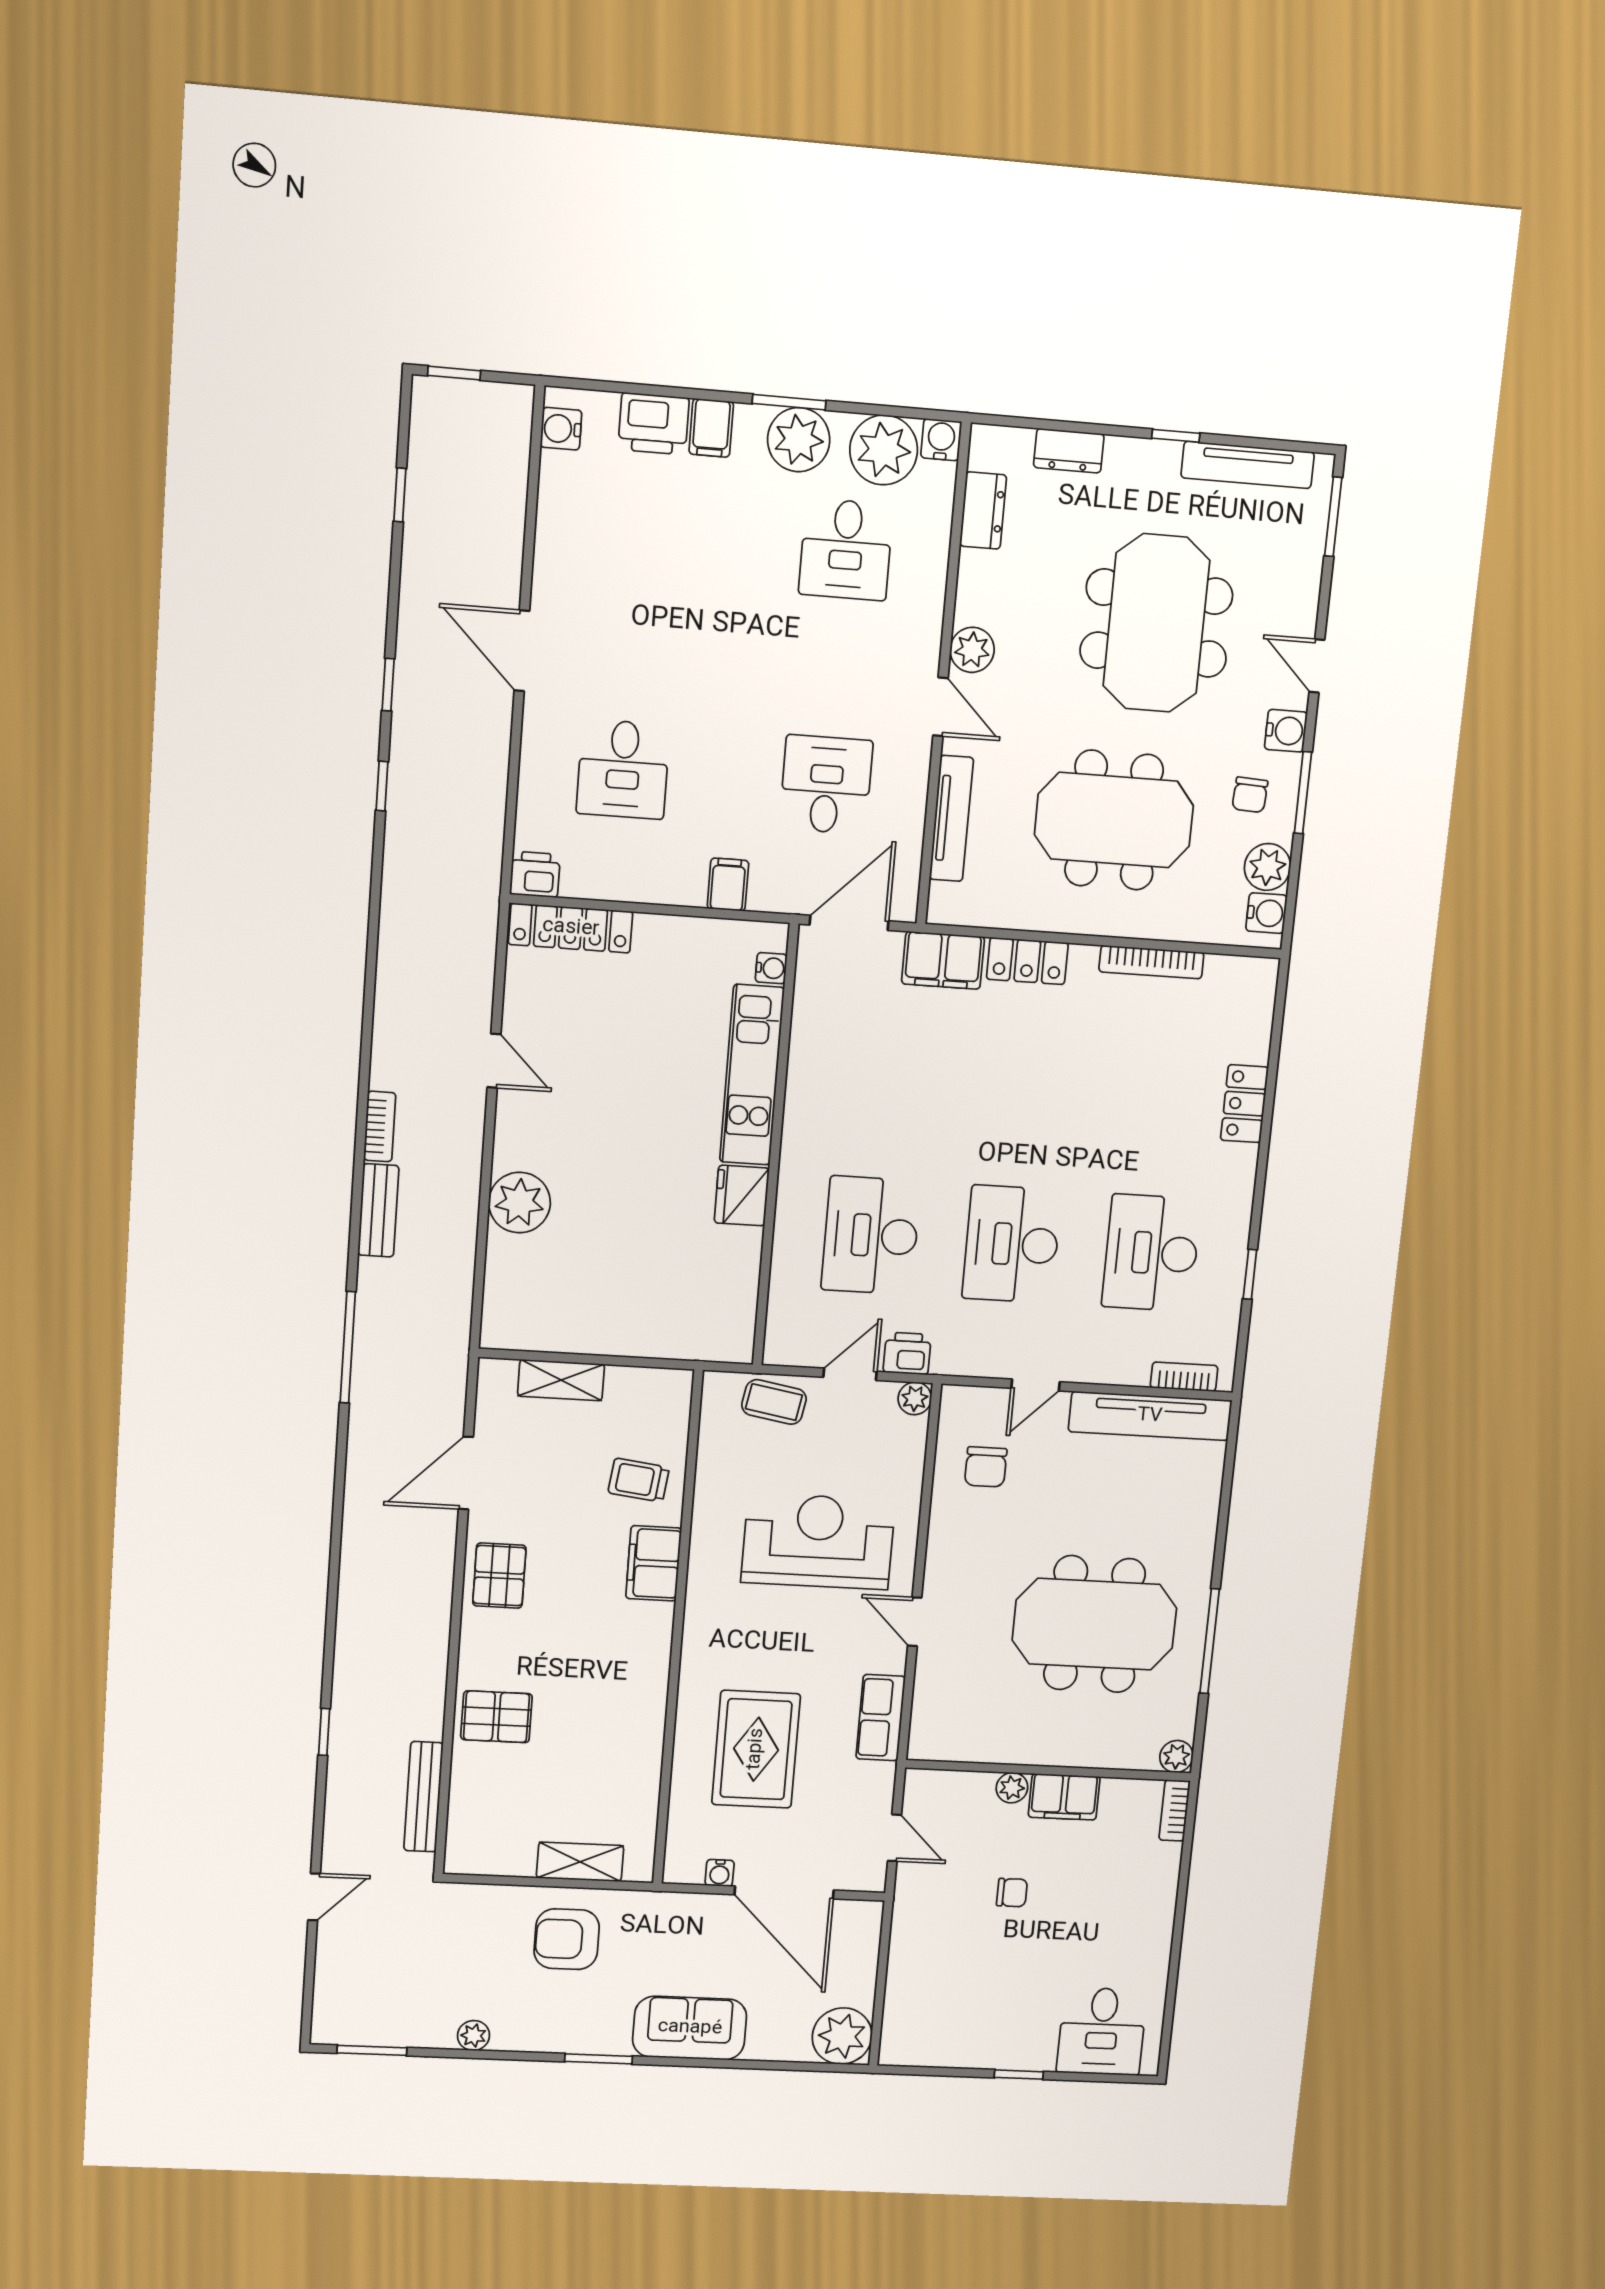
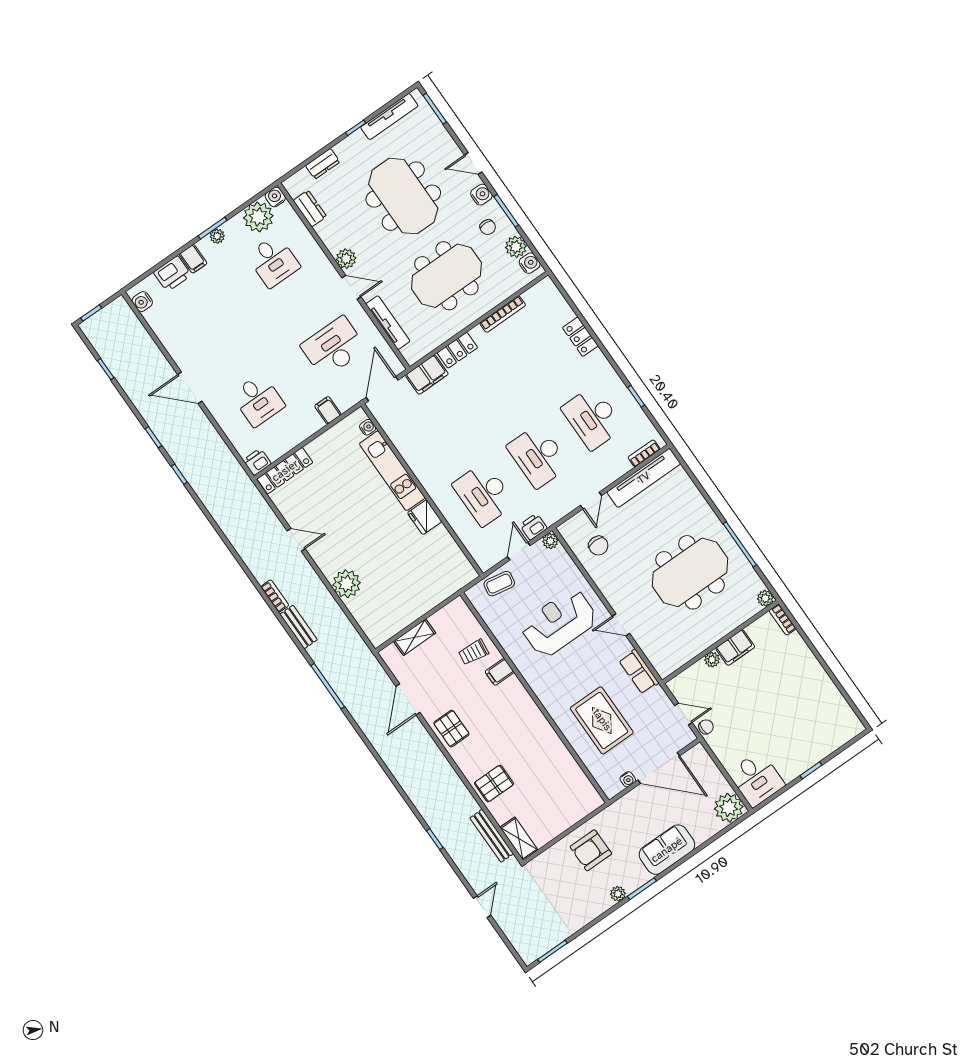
plant: (799, 440) -> (217, 236), width x0.53, depth x0.53
desk: (826, 785) -> (334, 347), width x1.37
filing cabinet: (654, 1563) -> (500, 672), width x0.50
shelving: (580, 1862) -> (519, 839), moved, turned 90
chair: (1012, 1893) -> (706, 727), moved
desk: (1102, 2031) -> (756, 779), moved
plant: (474, 2035) -> (618, 894), moved

